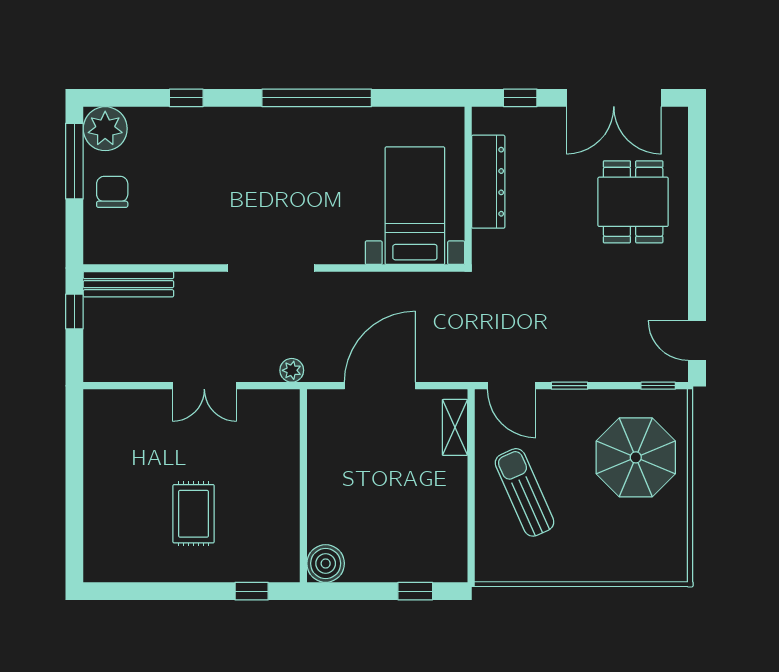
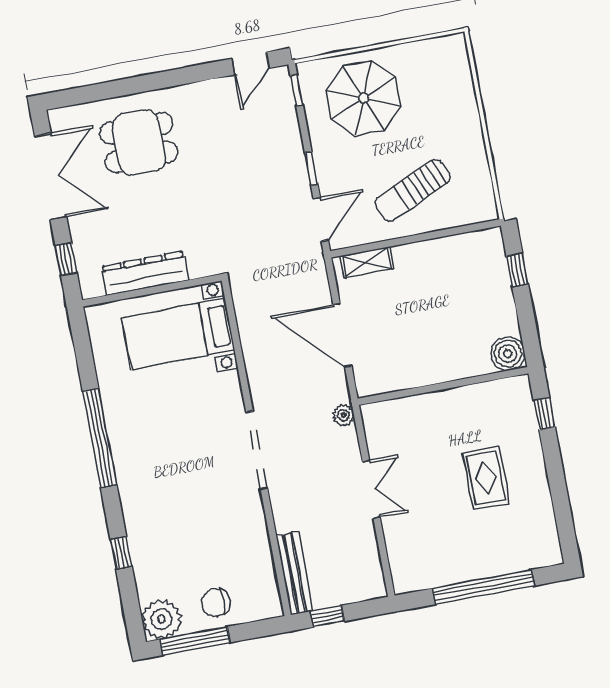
window: (74, 489) -> (483, 587), added
rug: (194, 514) -> (486, 478), turned 90

